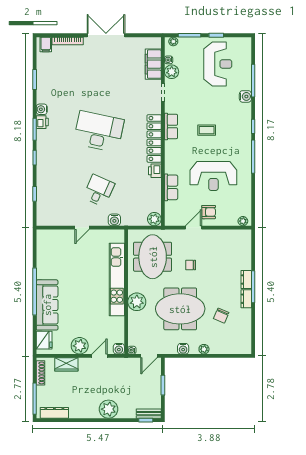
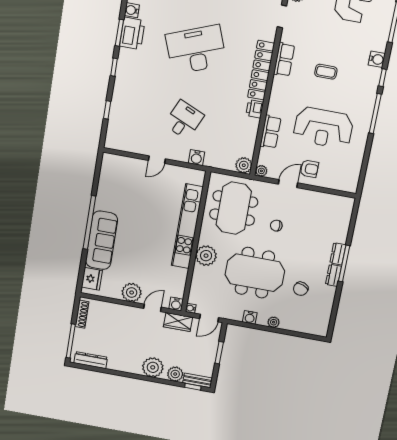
water cooler: (245, 96) -> (377, 59), moved
printer: (42, 122) -> (132, 33), width x1.87, depth x1.48
desk: (99, 131) -> (196, 50), turned -33
plant: (243, 221) -> (261, 171), moved
wardrobe: (66, 364) -> (178, 322), moved
plant: (129, 411) -> (175, 374), added

